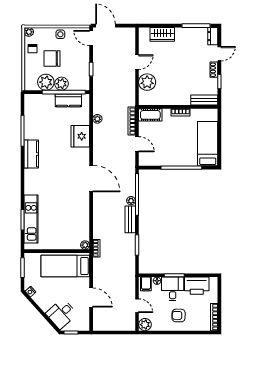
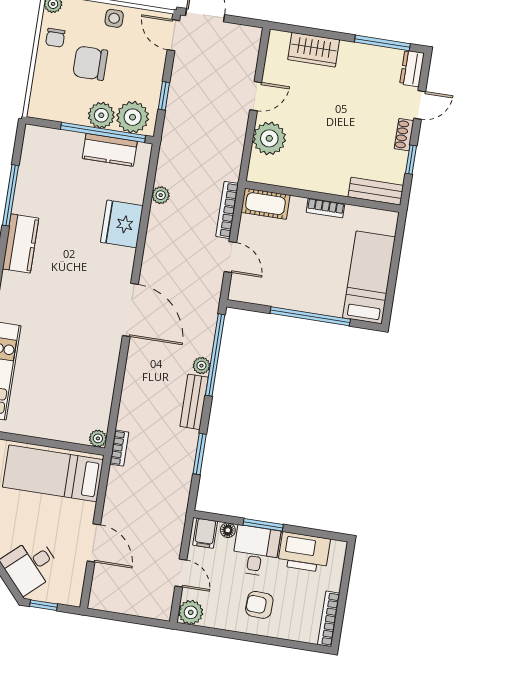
plant: (46, 82) -> (133, 117), moved

